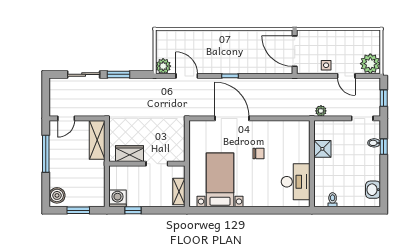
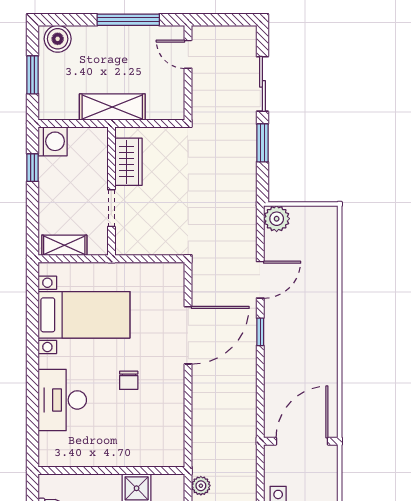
door: (187, 76) -> (260, 280), moved
shelving: (97, 140) -> (112, 107), moved
desk: (296, 182) -> (62, 400), moved, turned 90

